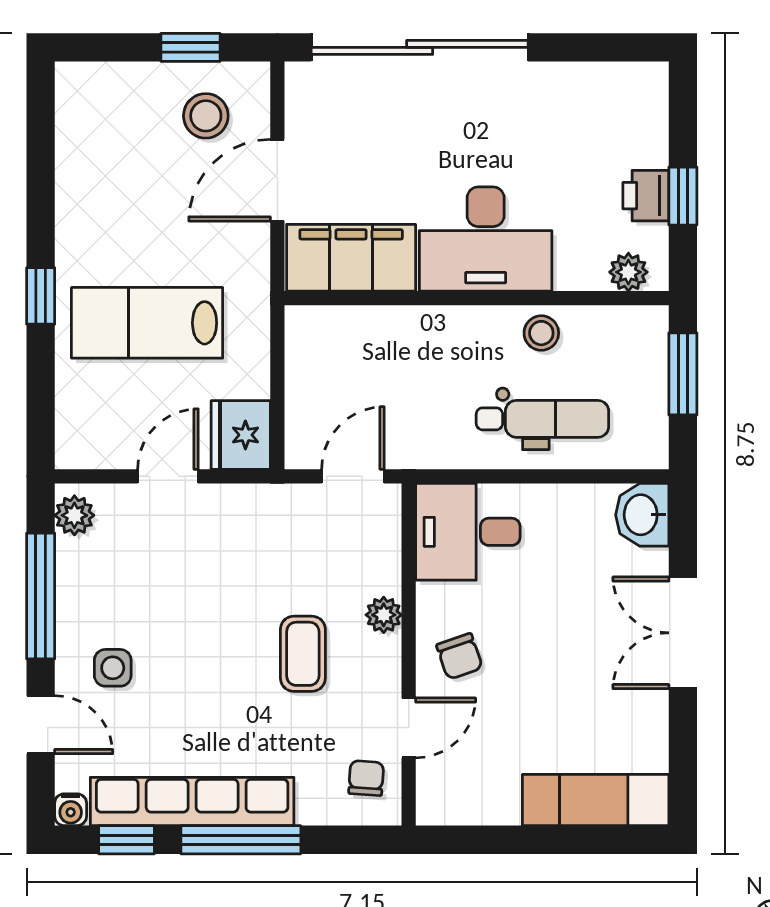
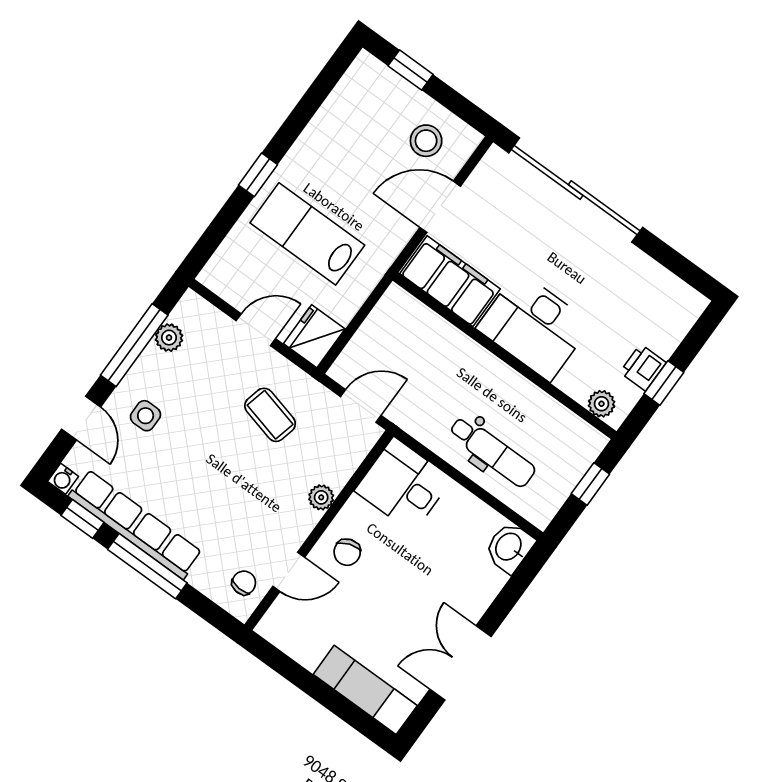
window: (190, 47) -> (411, 70), moved
stool: (541, 333) -> (527, 402), removed
window: (683, 374) -> (590, 484), width x0.67
plant: (74, 515) -> (169, 338), moved
double door: (683, 633) -> (460, 663), moved
coffee table: (303, 654) -> (270, 415), moved, turned -76

